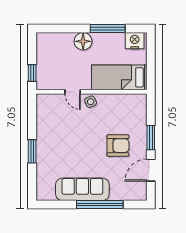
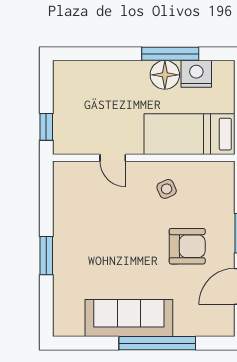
floor lamp: (83, 41) -> (165, 75), moved
nightstand: (135, 41) -> (196, 74), moved
side table: (91, 102) -> (167, 189), moved

